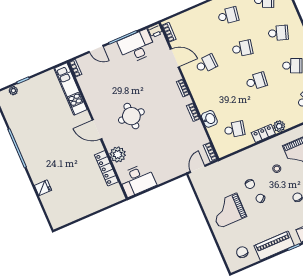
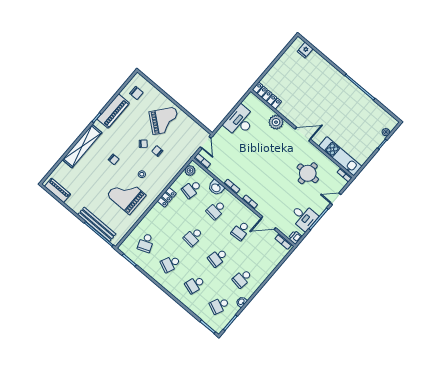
desk: (137, 47) -> (304, 217), width x0.73
school desk: (220, 97) -> (216, 210), added
round table: (131, 116) -> (308, 173), moved
plant: (279, 126) -> (190, 171), moved
locker: (106, 168) -> (267, 96), moved
desk: (137, 180) -> (240, 121), moved
fridge: (43, 188) -> (305, 50), moved
grand piano: (228, 211) -> (164, 121), turned 39

